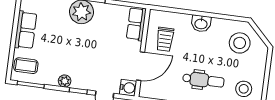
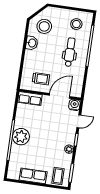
washbasin: (201, 24) -> (32, 43), moved
door: (141, 66) -> (59, 96), hinge flipped

